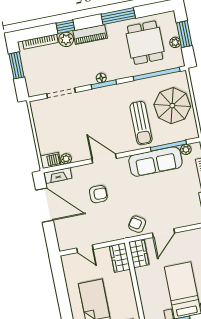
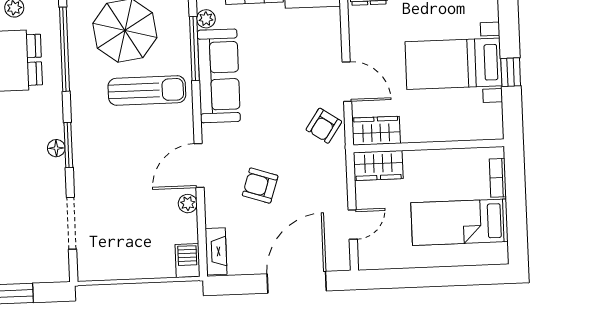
plant: (66, 159) -> (188, 204), moved
armchair: (98, 194) -> (260, 186), turned -72
door: (44, 205) -> (297, 282), moved

